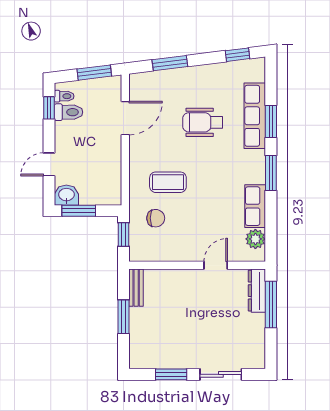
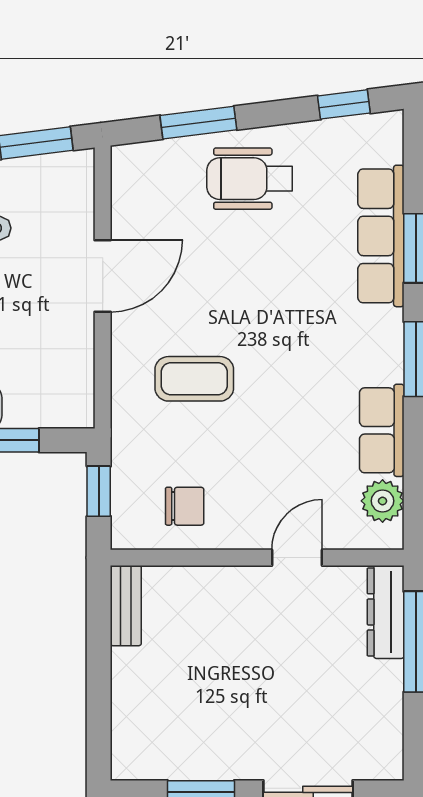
door: (125, 118) -> (103, 276), moved
wheelchair: (203, 122) -> (250, 179), moved
chair: (156, 218) -> (185, 506), moved
window: (124, 317) -> (99, 668), removed

